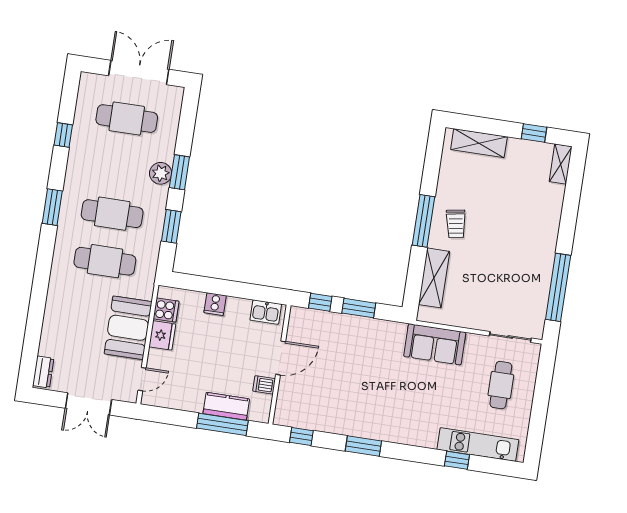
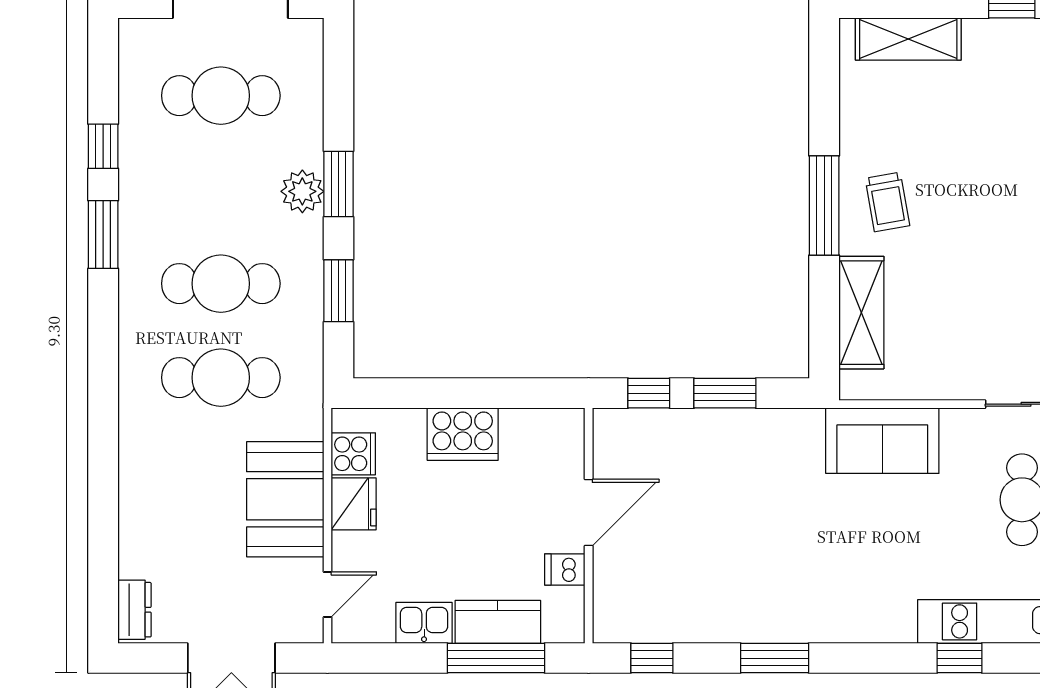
window: (52, 207) -> (103, 234), moved
cooker: (215, 304) -> (463, 434), width x1.87, depth x1.31
kitchen sink: (266, 312) -> (424, 623), moved, turned 180

